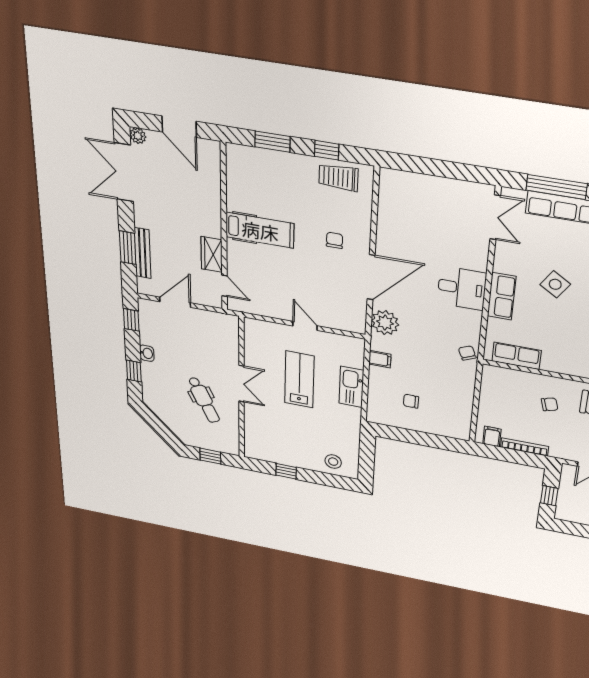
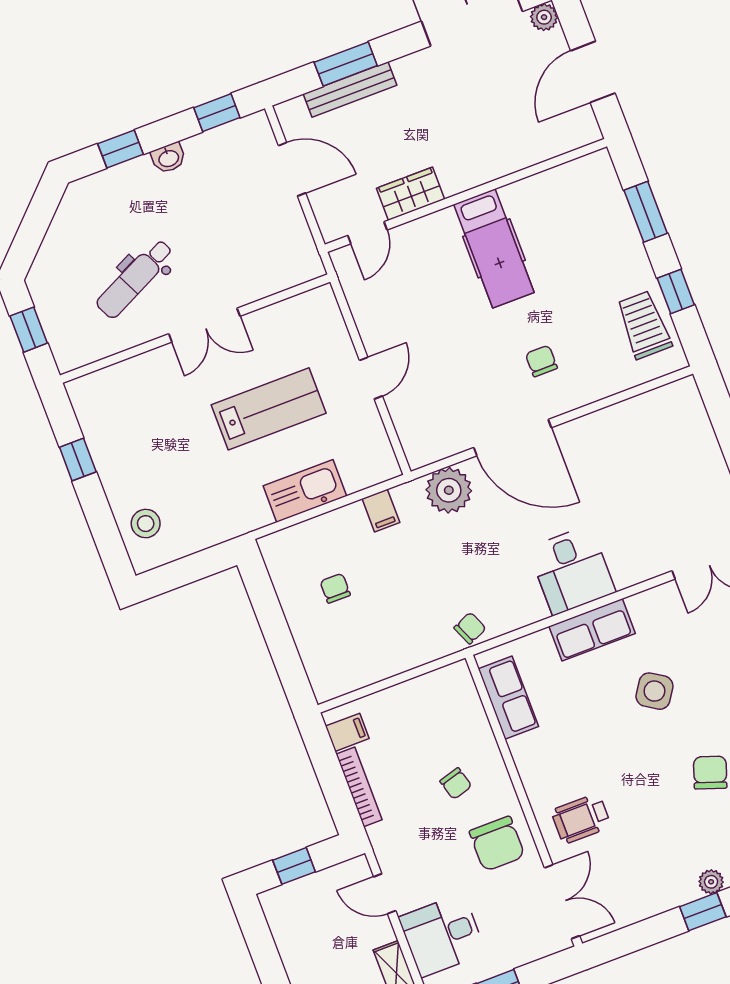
chair: (334, 240) -> (541, 361), turned -90

